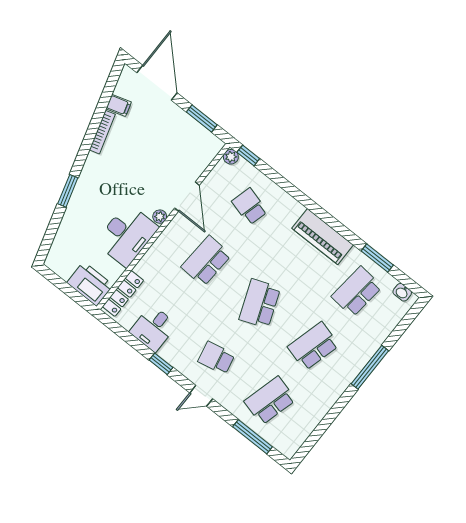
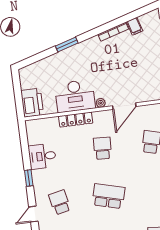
school desk: (206, 261) -> (102, 148), width x0.54
locker: (123, 294) -> (76, 120), moved
school desk: (260, 303) -> (109, 196), turned 36
door: (201, 396) -> (33, 214), hinge flipped

